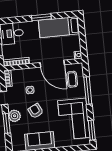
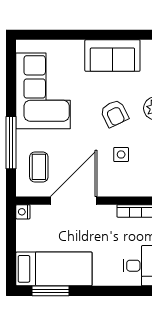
window: (41, 17) -> (51, 291), moved
door: (52, 64) -> (74, 201), hinge flipped
window: (92, 130) -> (11, 67), removed

